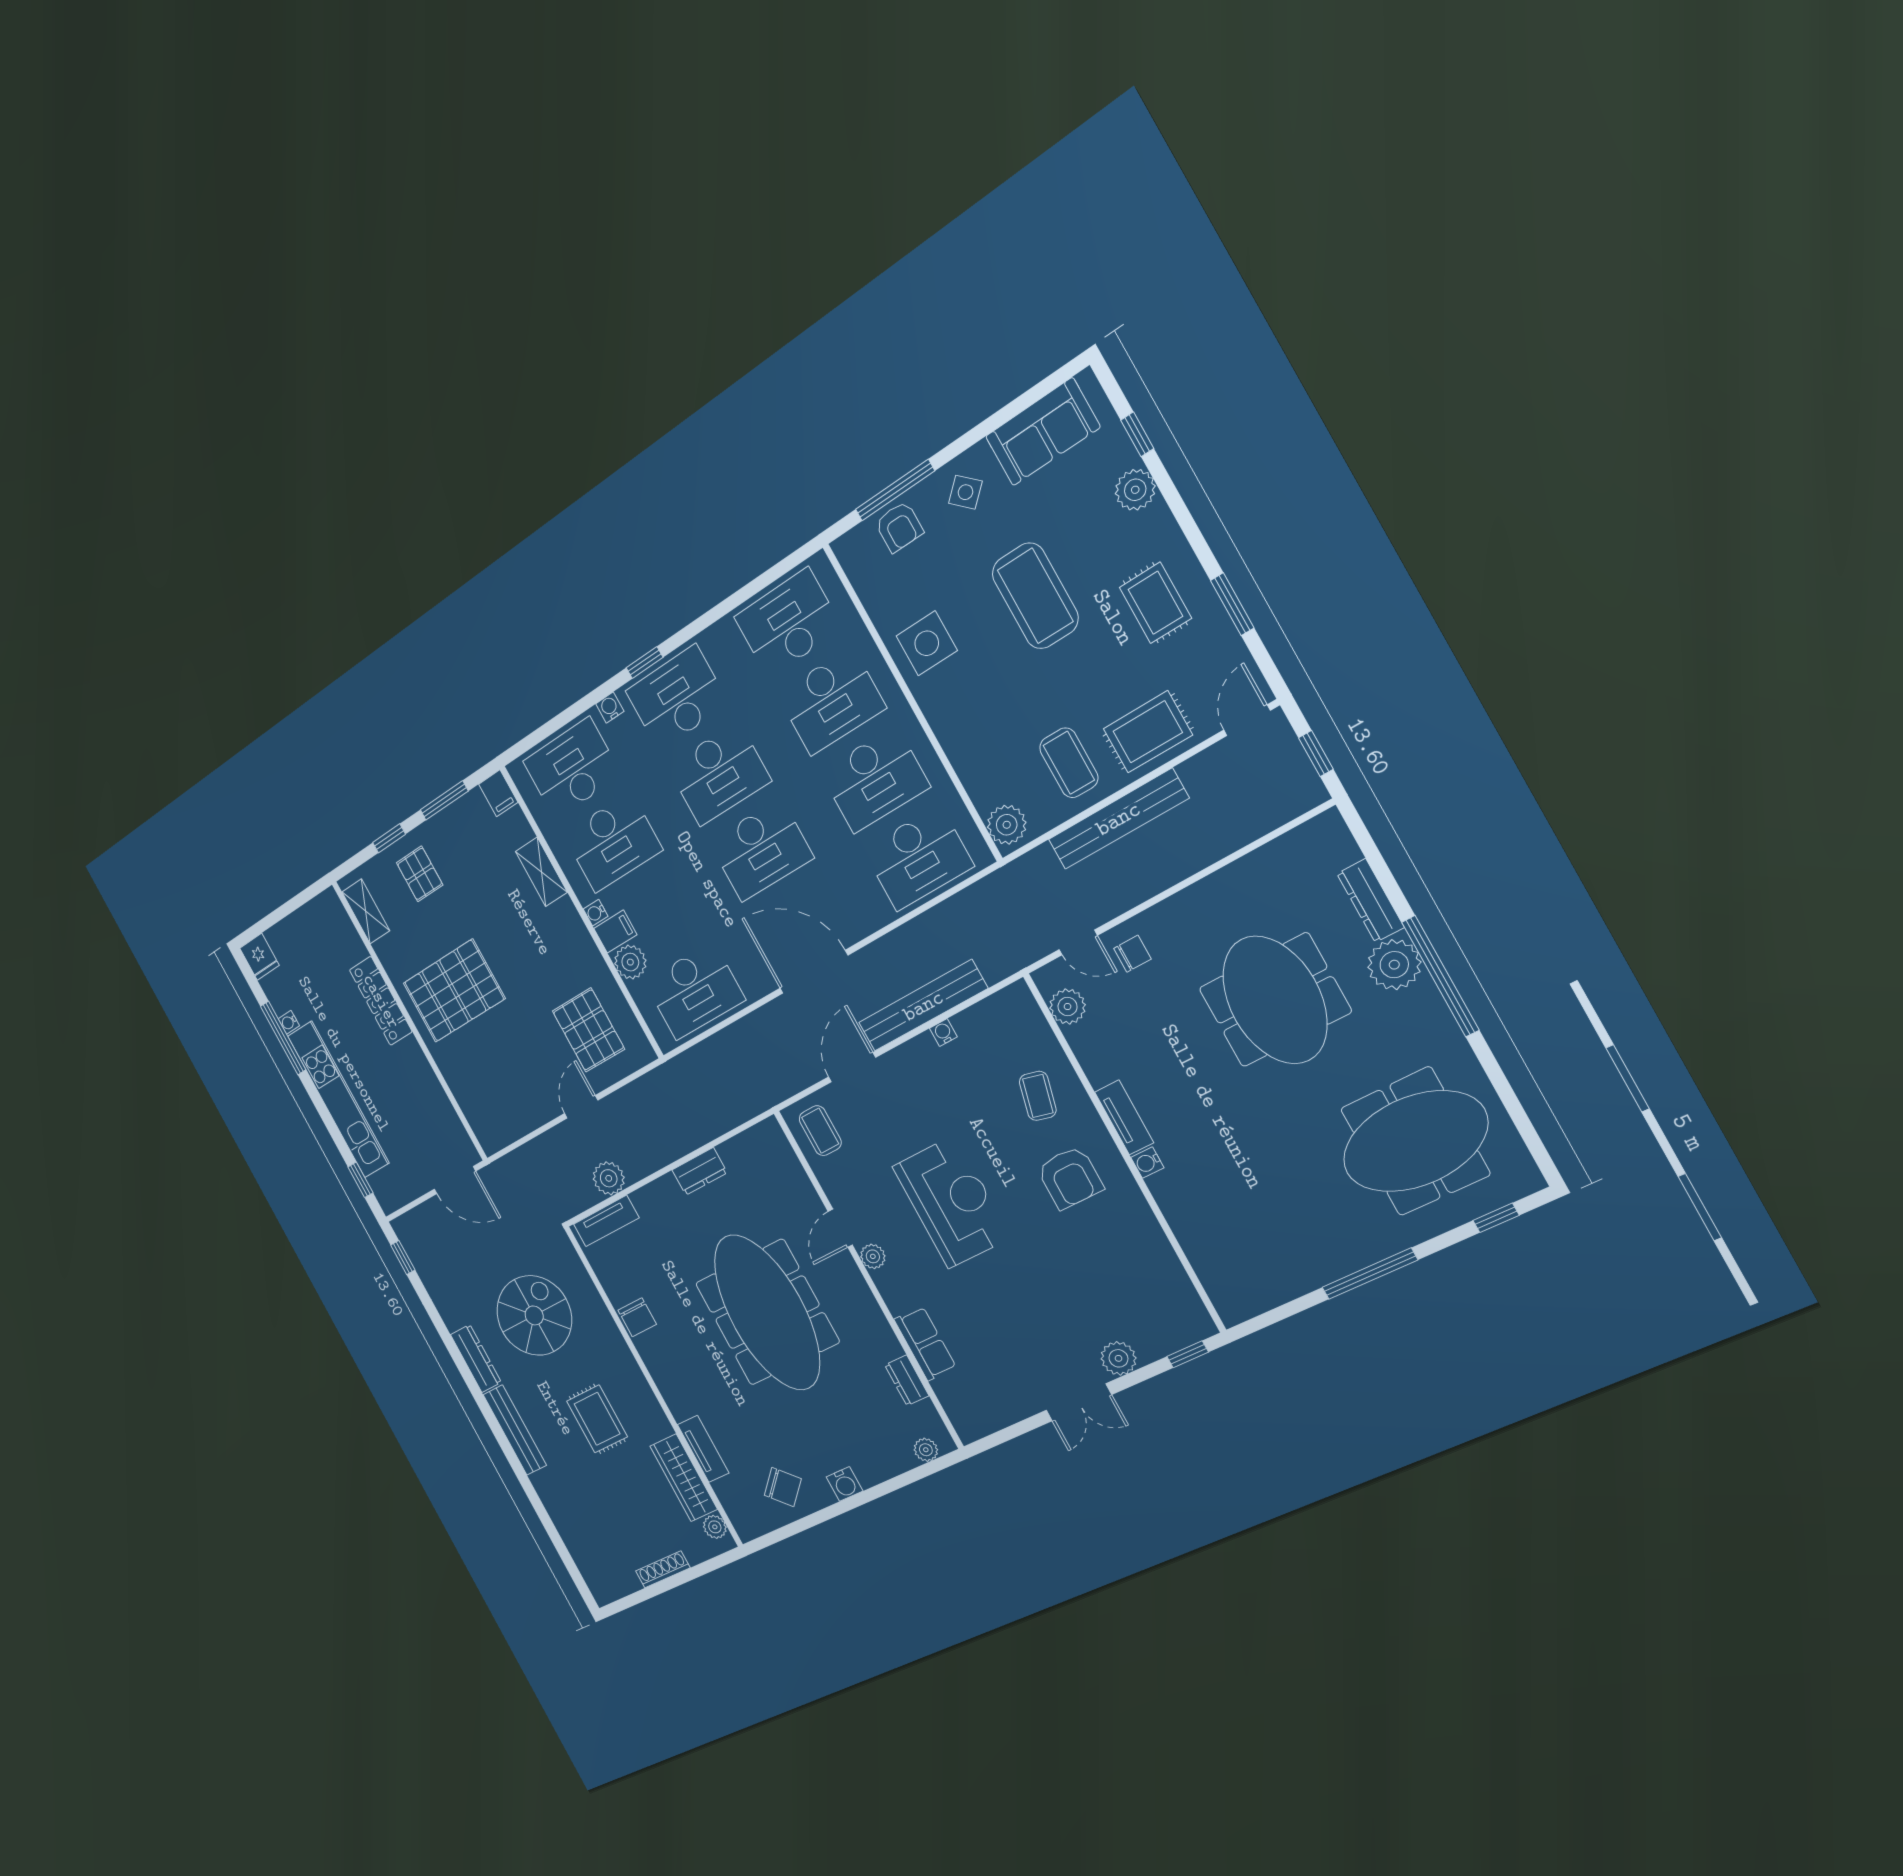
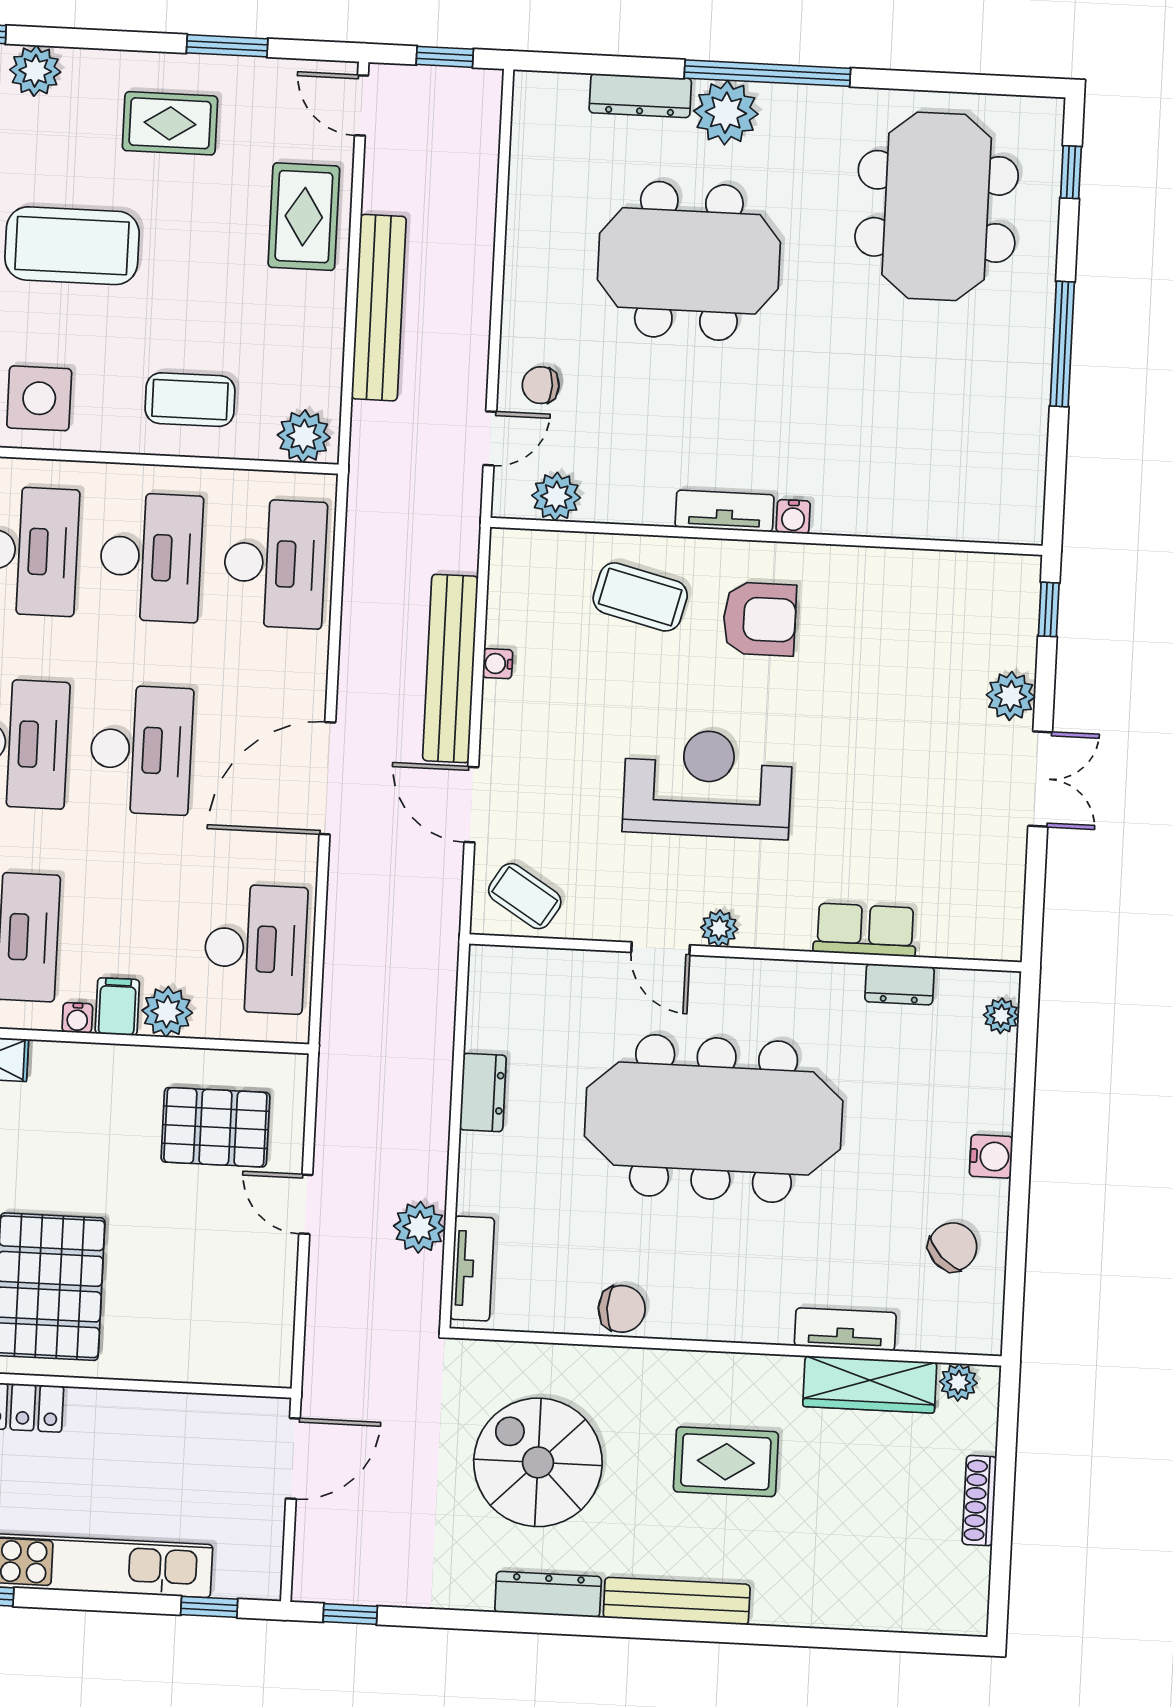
coffee table: (1069, 763) -> (190, 400), moved
chair: (1132, 954) -> (541, 385), turned -90
coffee table: (1038, 1096) -> (640, 597), width x1.36, depth x1.30
coffee table: (820, 1131) -> (525, 896), turned 32

